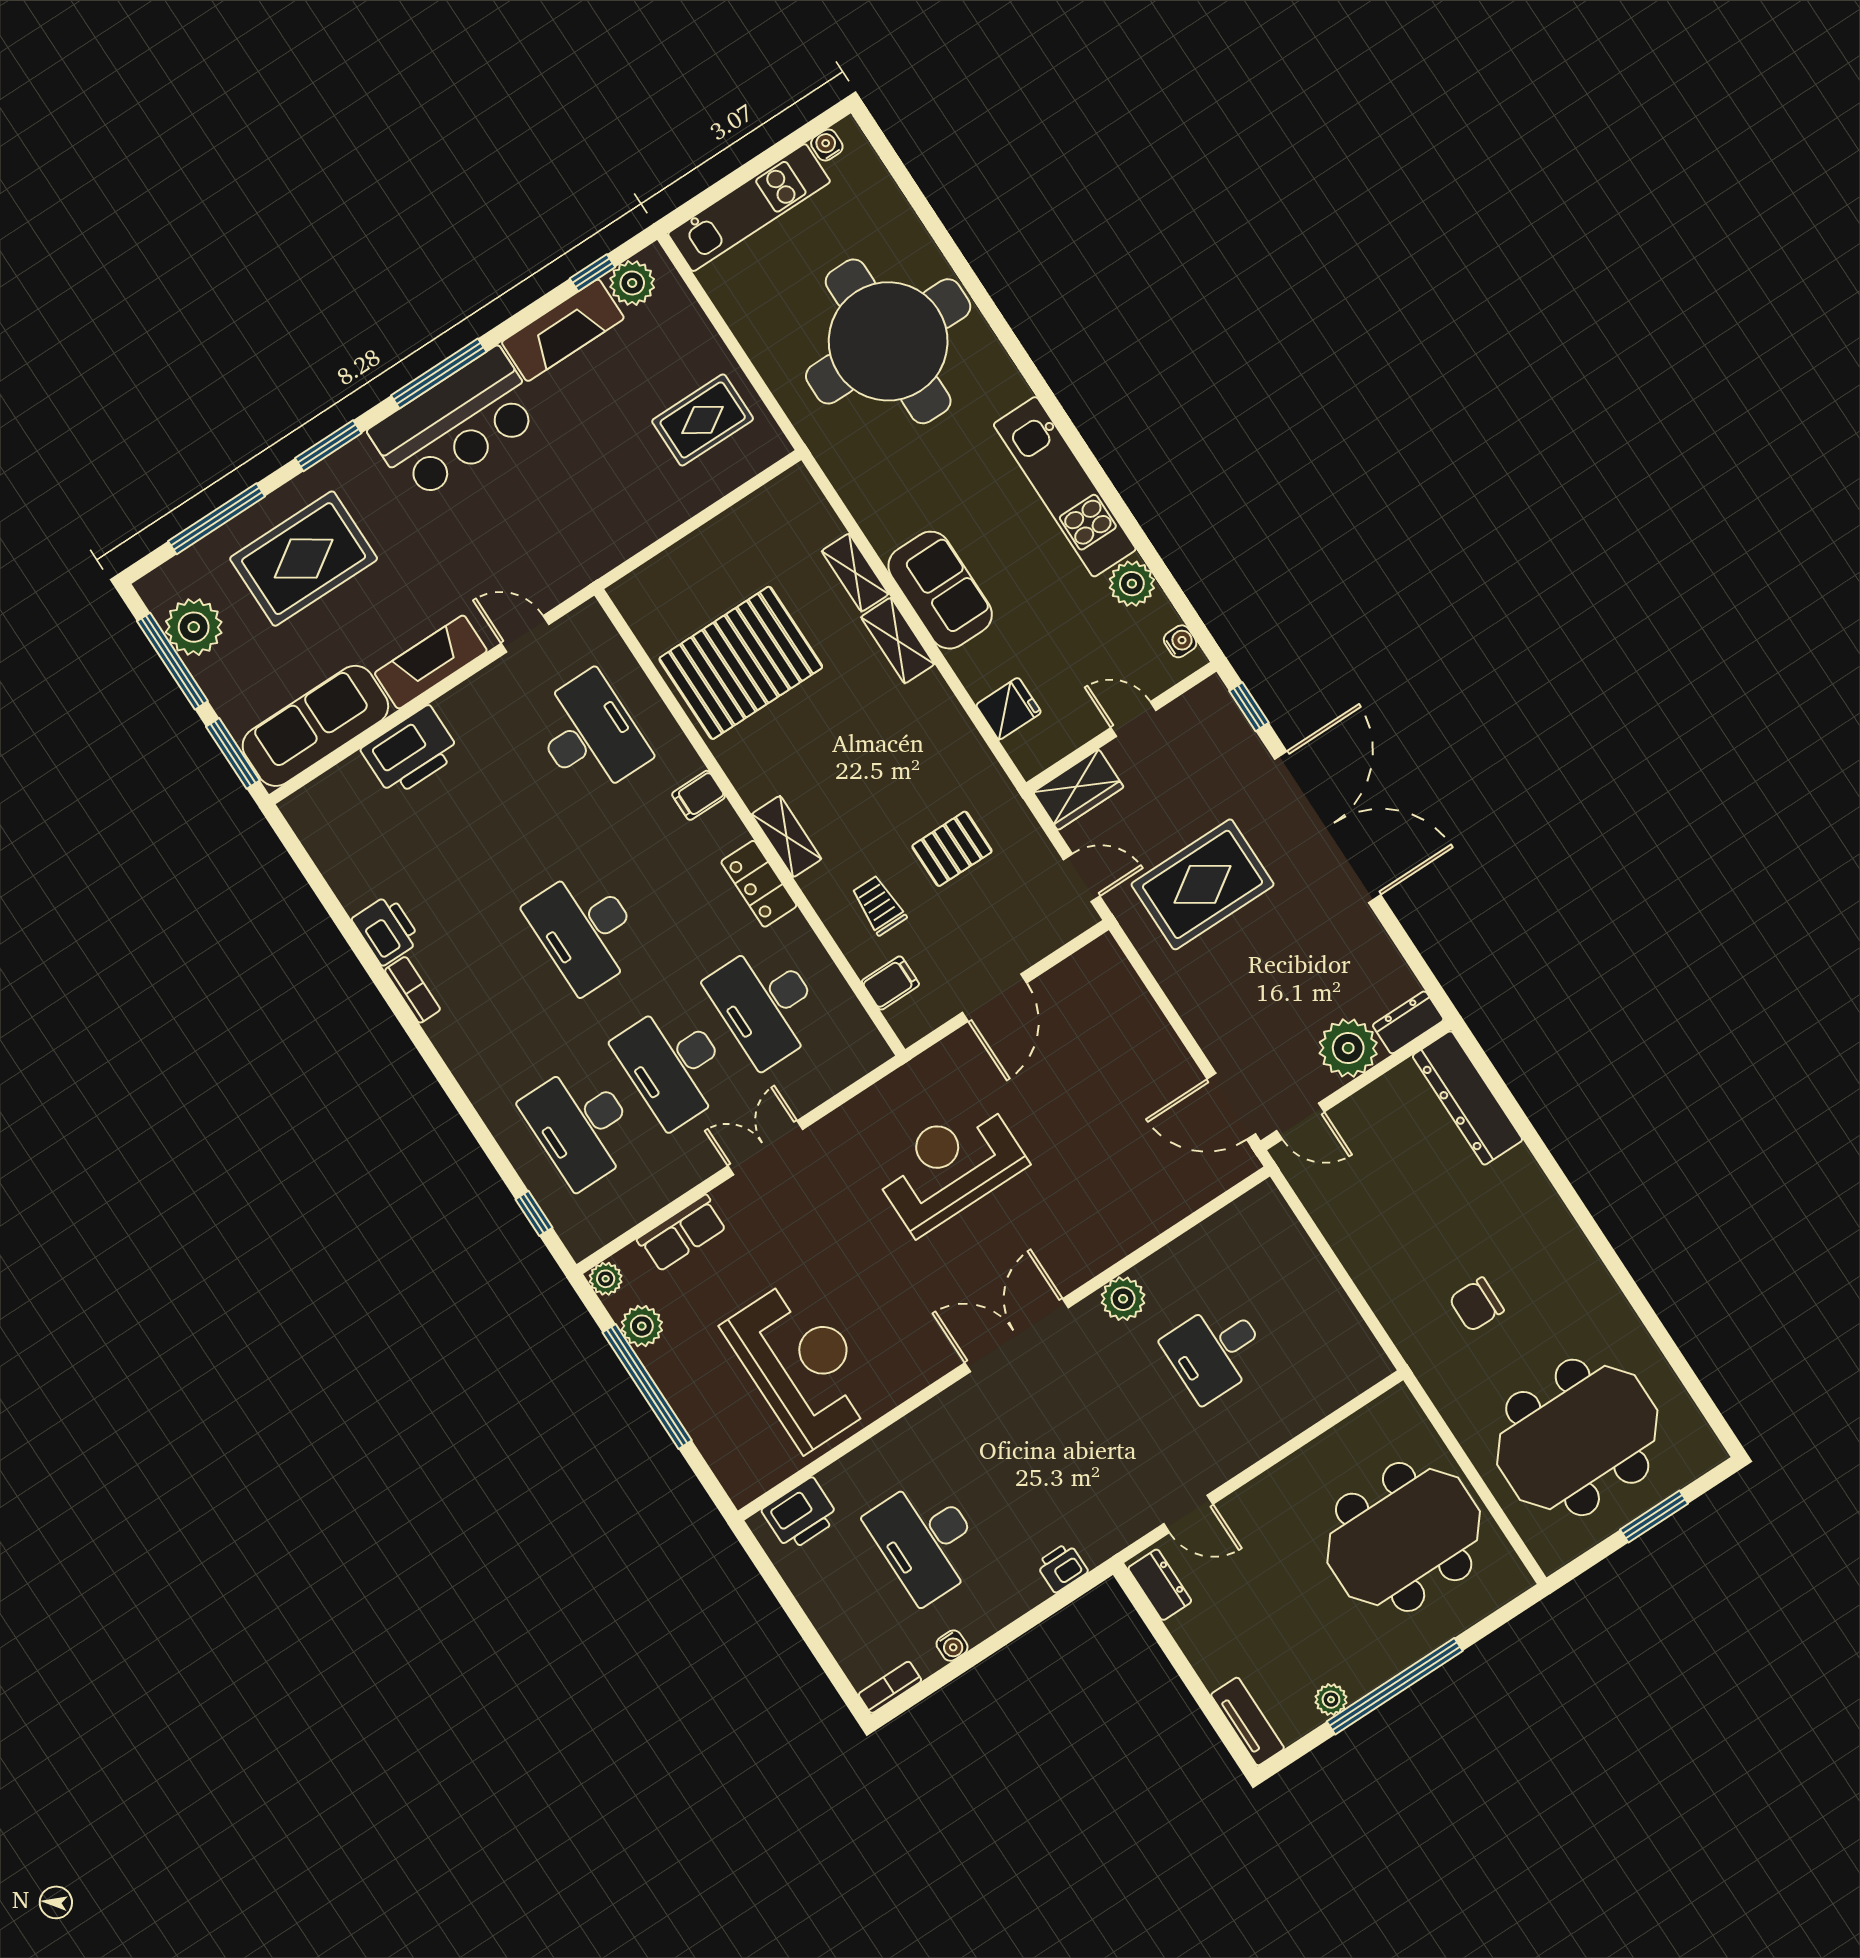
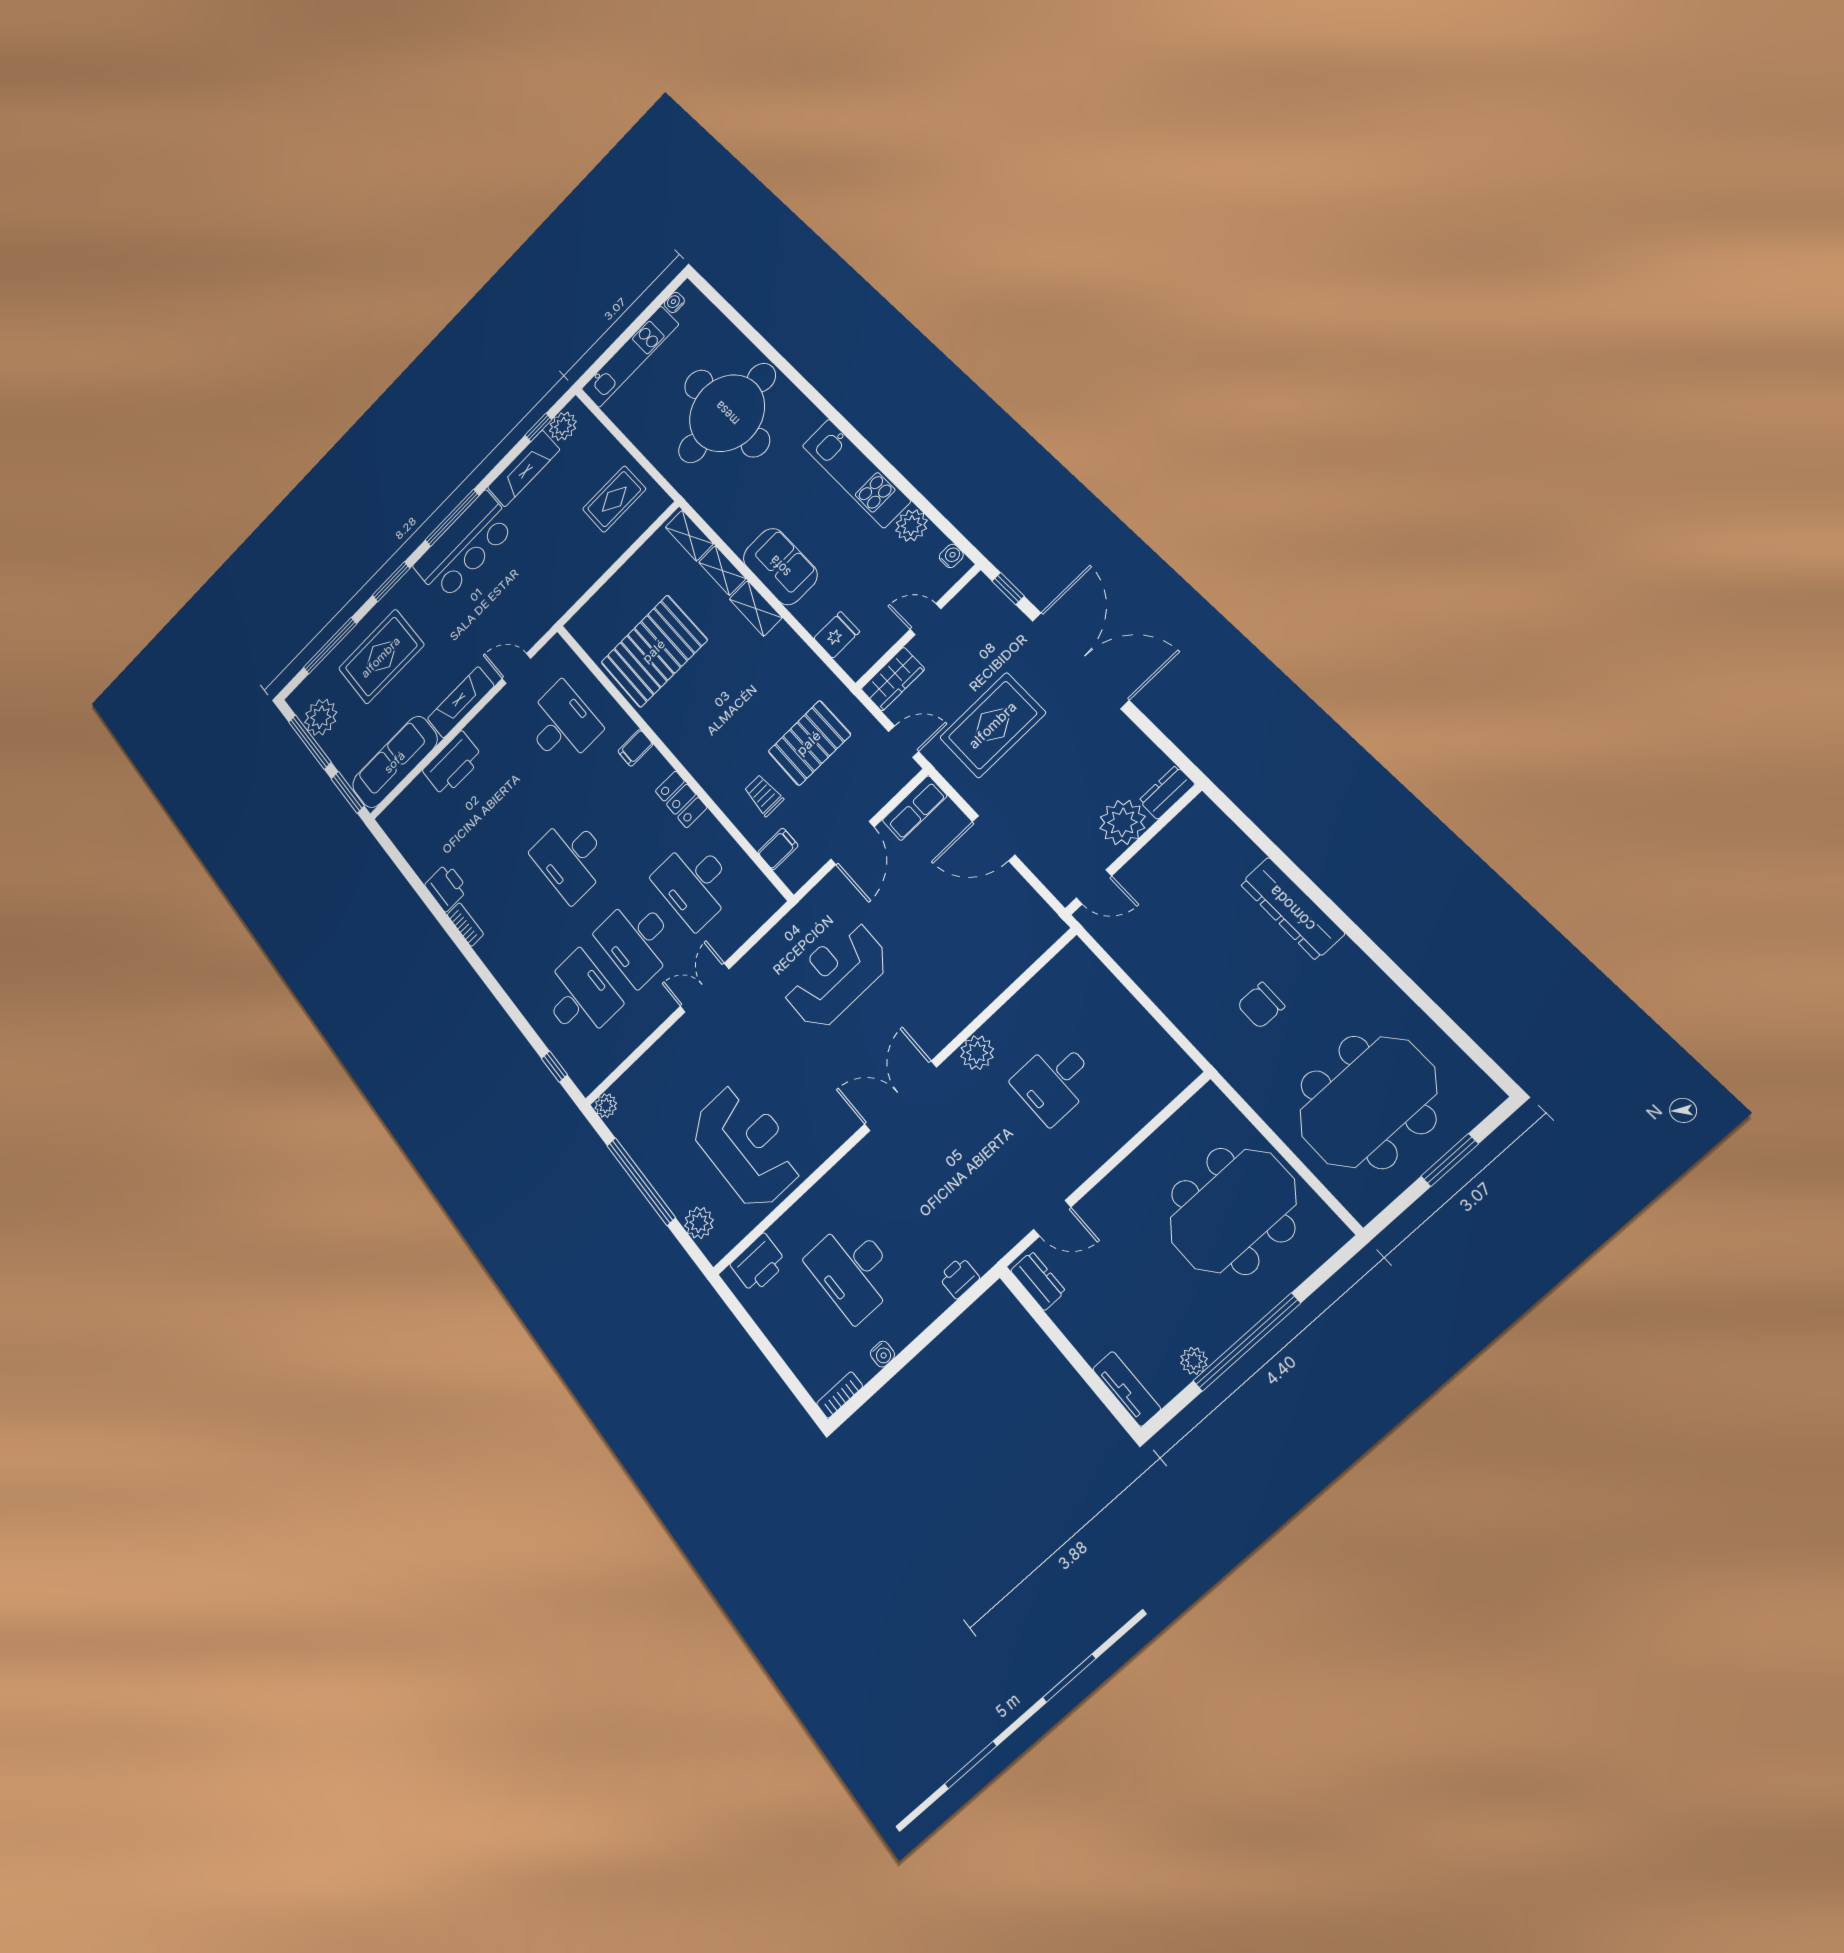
shelving: (787, 837) -> (689, 535), moved
pallet: (952, 849) -> (809, 743), width x1.50, depth x1.42
dresser: (1467, 1098) -> (1292, 908), moved
door: (1231, 1106) -> (993, 838), moved
desk: (581, 1125) -> (580, 997), turned 180
row of seats: (682, 1233) -> (915, 808), moved
plant: (642, 1326) -> (699, 1223), moved

